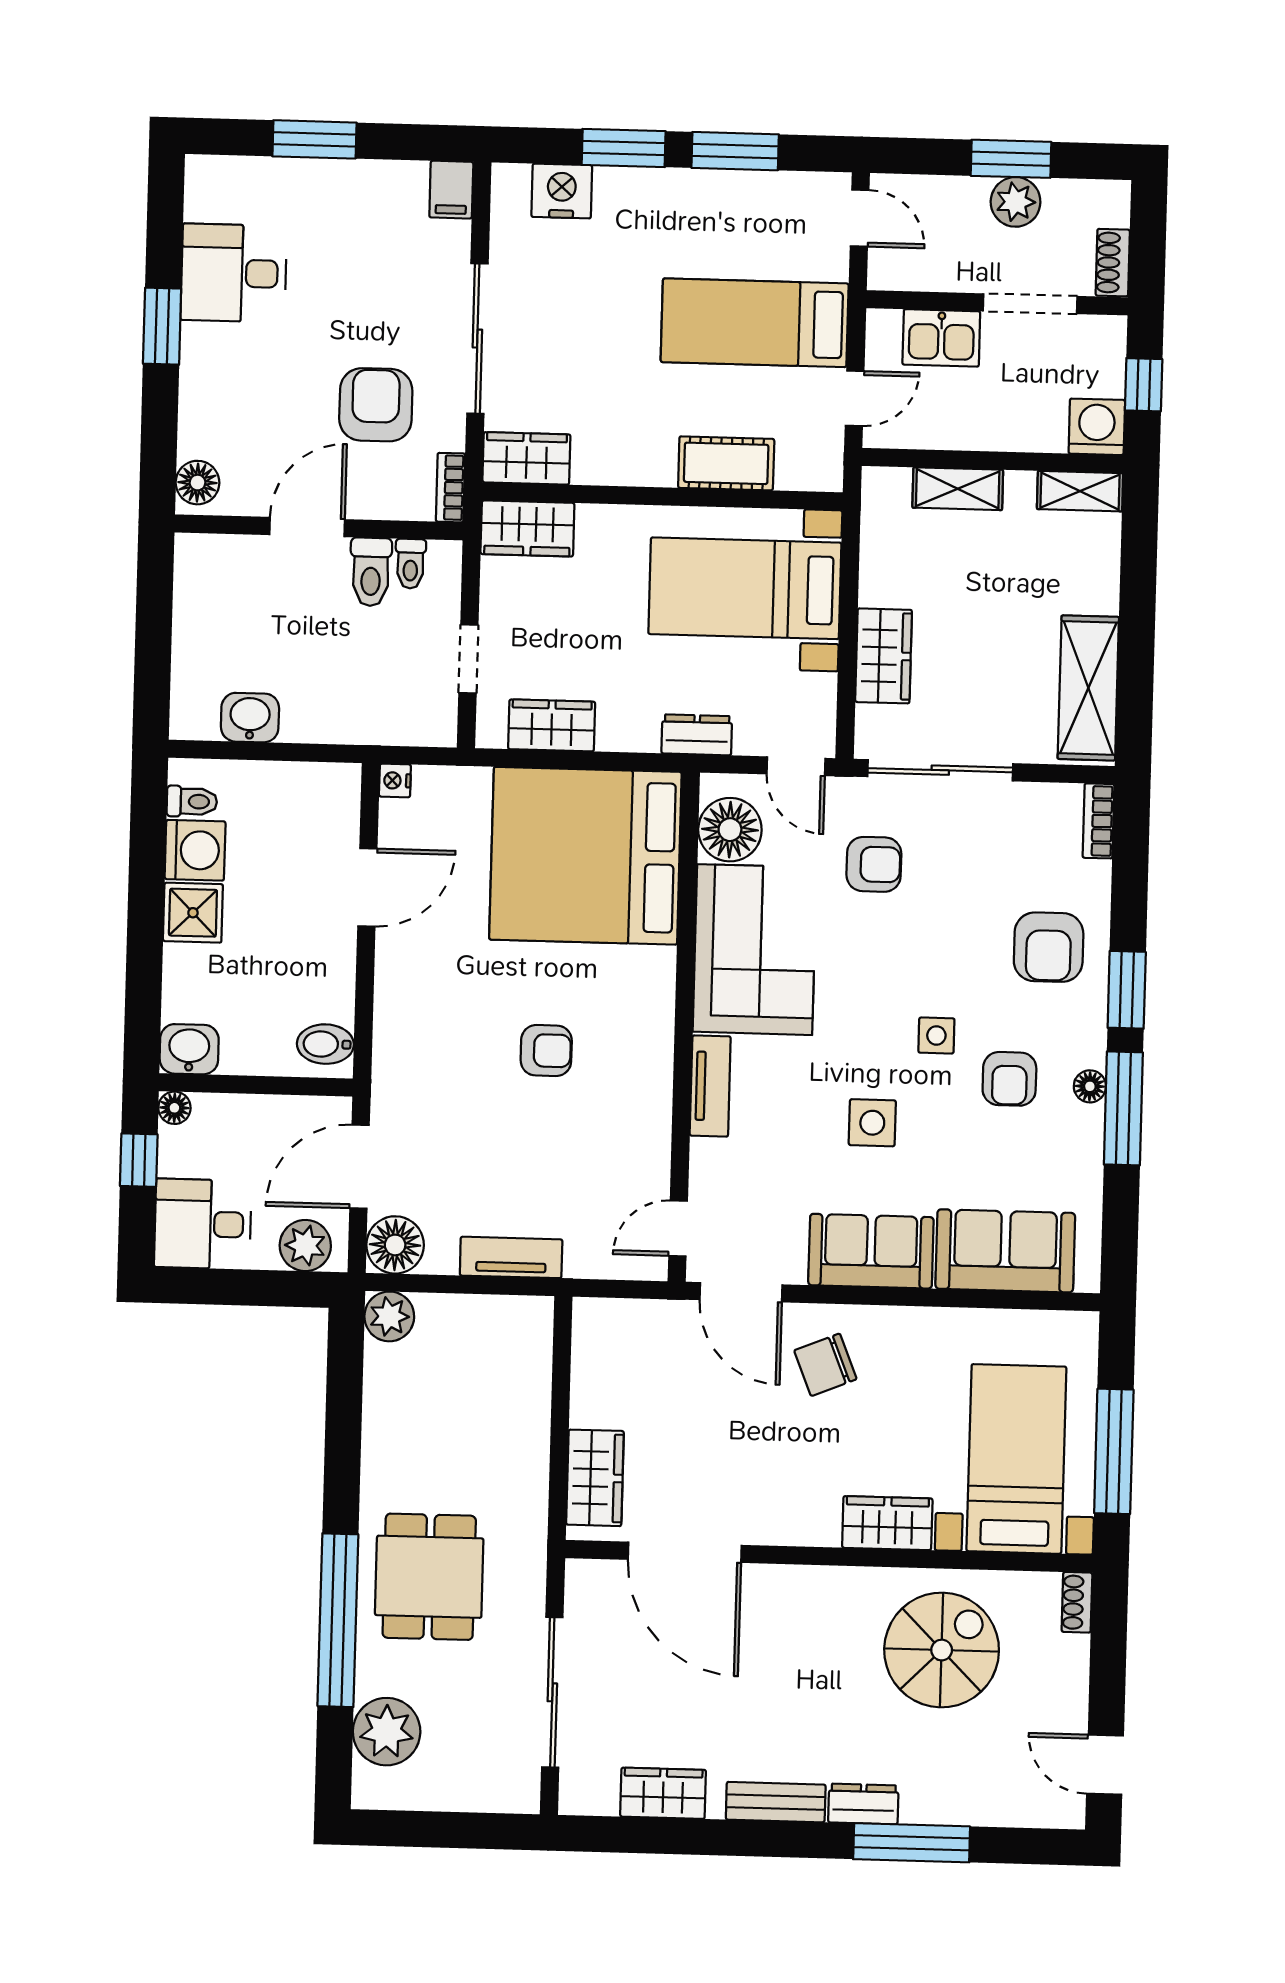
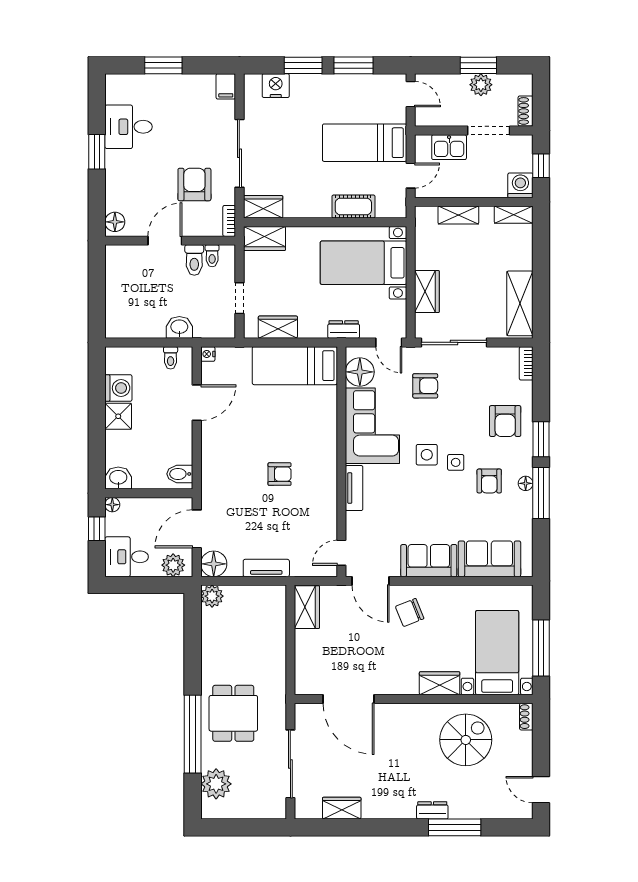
washbasin: (250, 718) -> (179, 327), moved
toilet: (192, 801) -> (171, 358), moved, turned 90
bed: (585, 856) -> (295, 366), width x0.49
side table: (872, 1123) -> (427, 455), moved
wardrobe: (595, 1478) -> (307, 607), moved
bench: (776, 1802) -> (393, 811), removed

